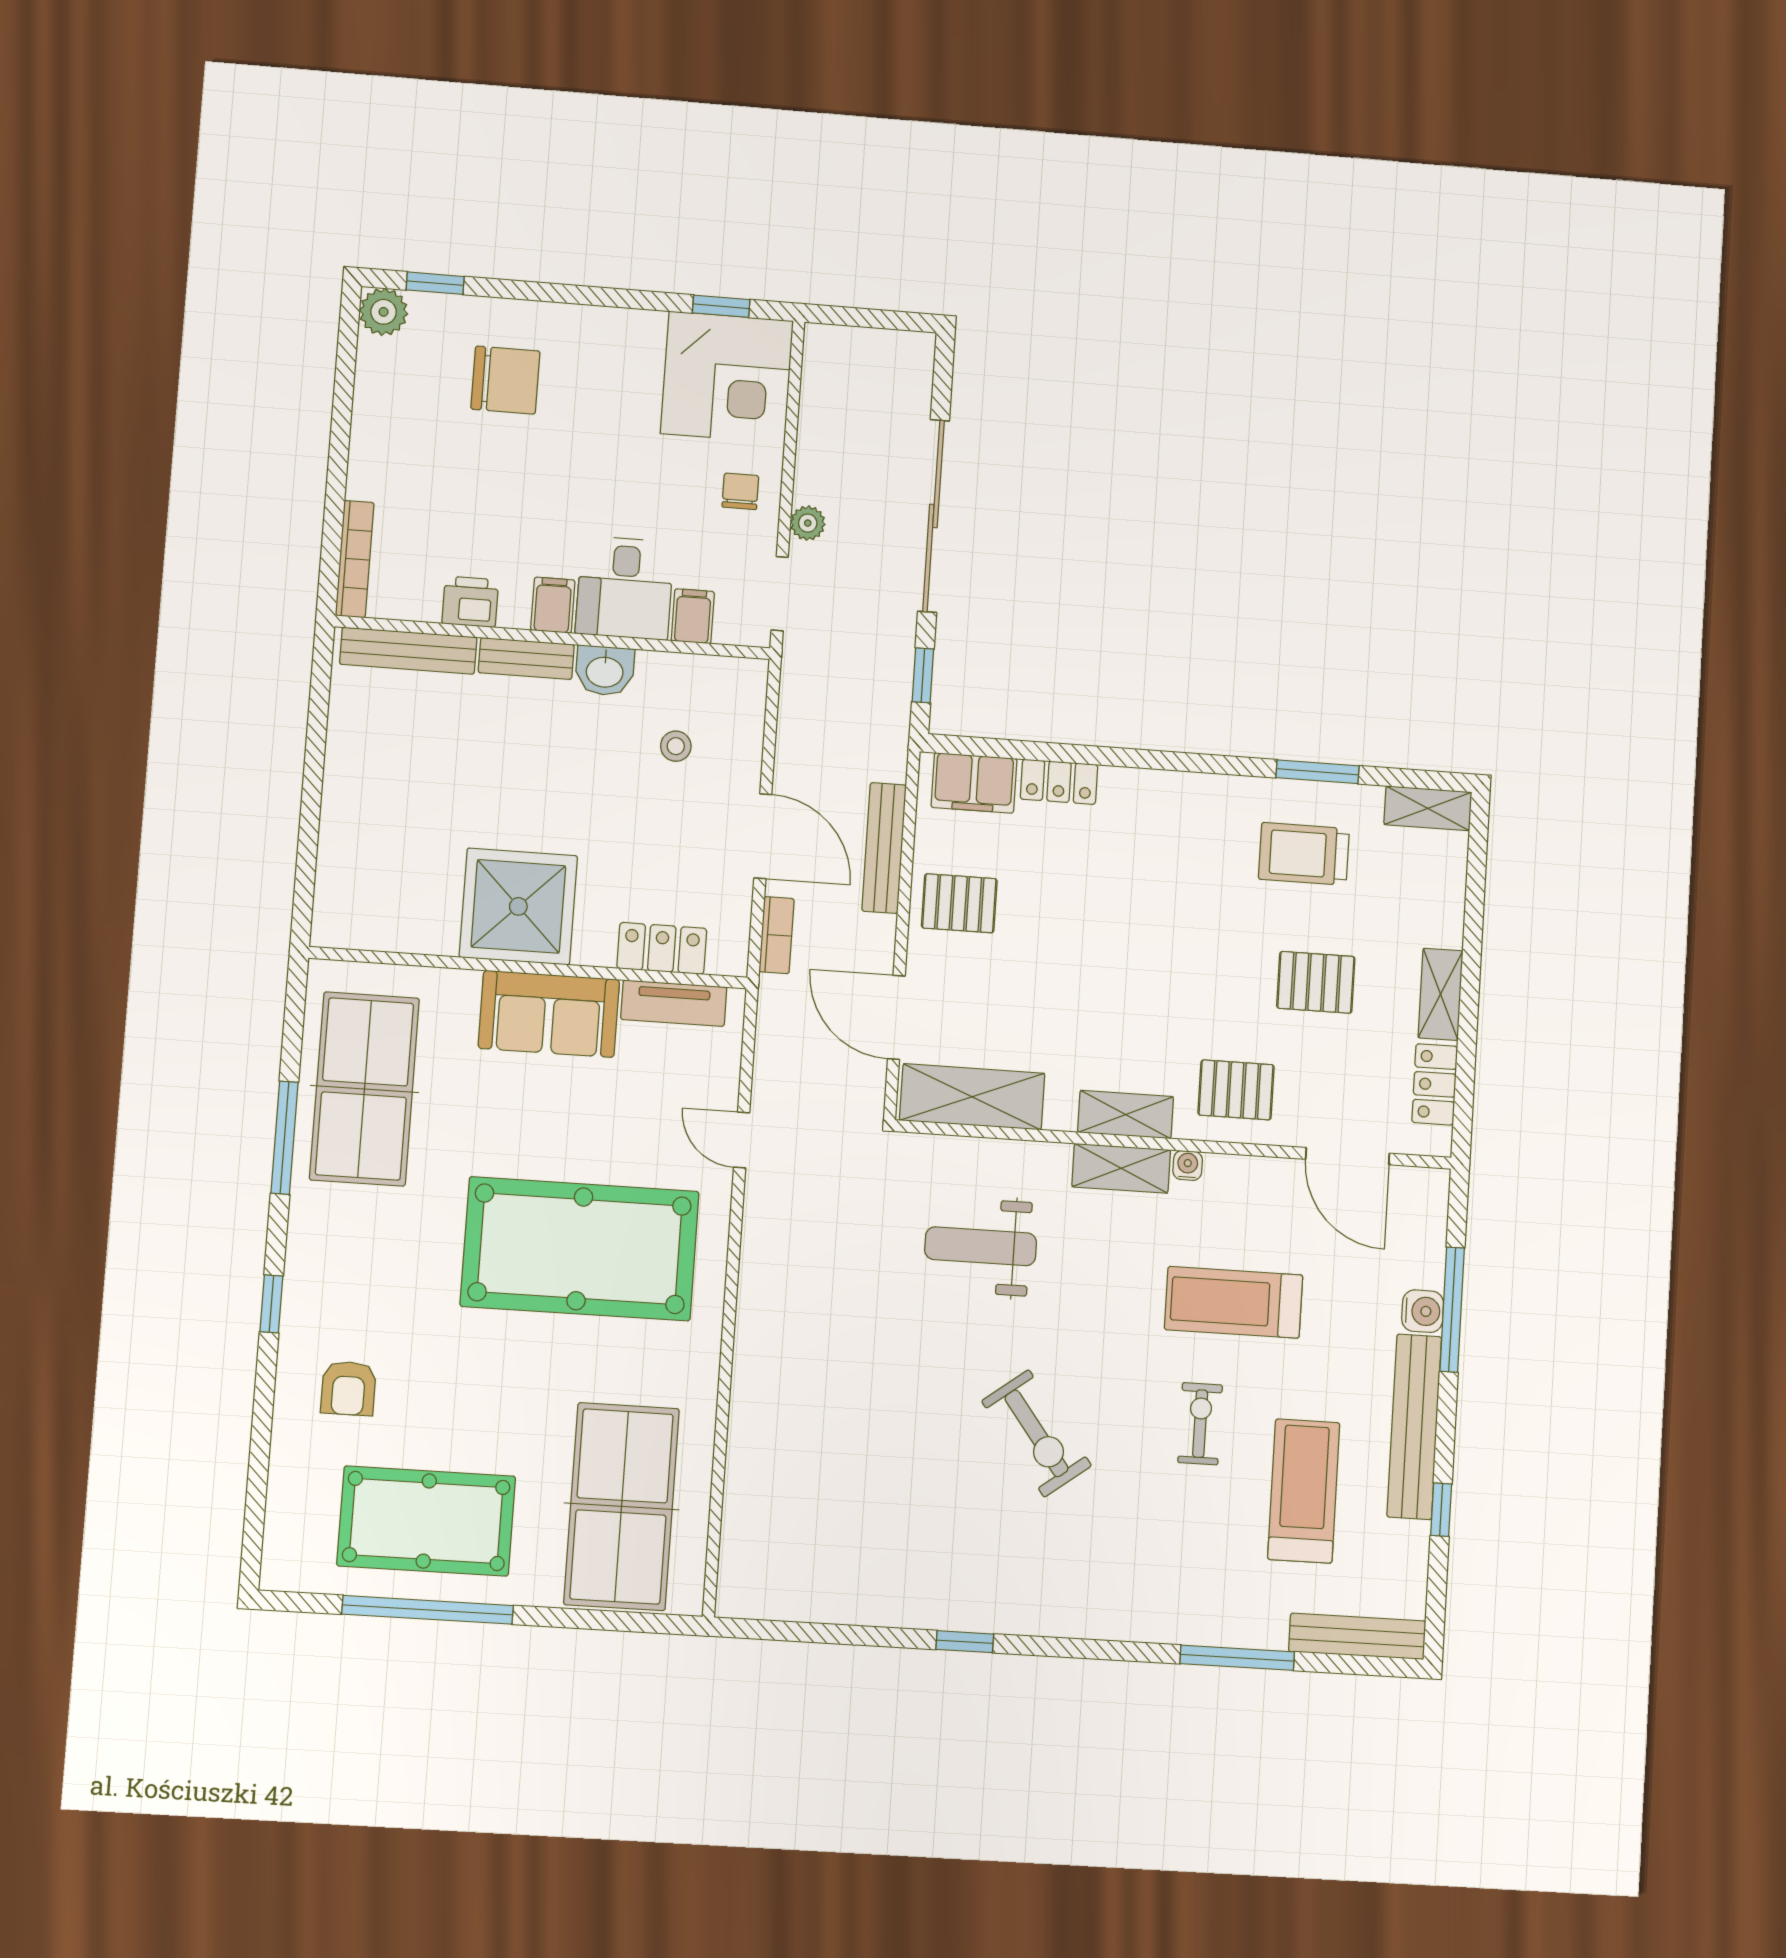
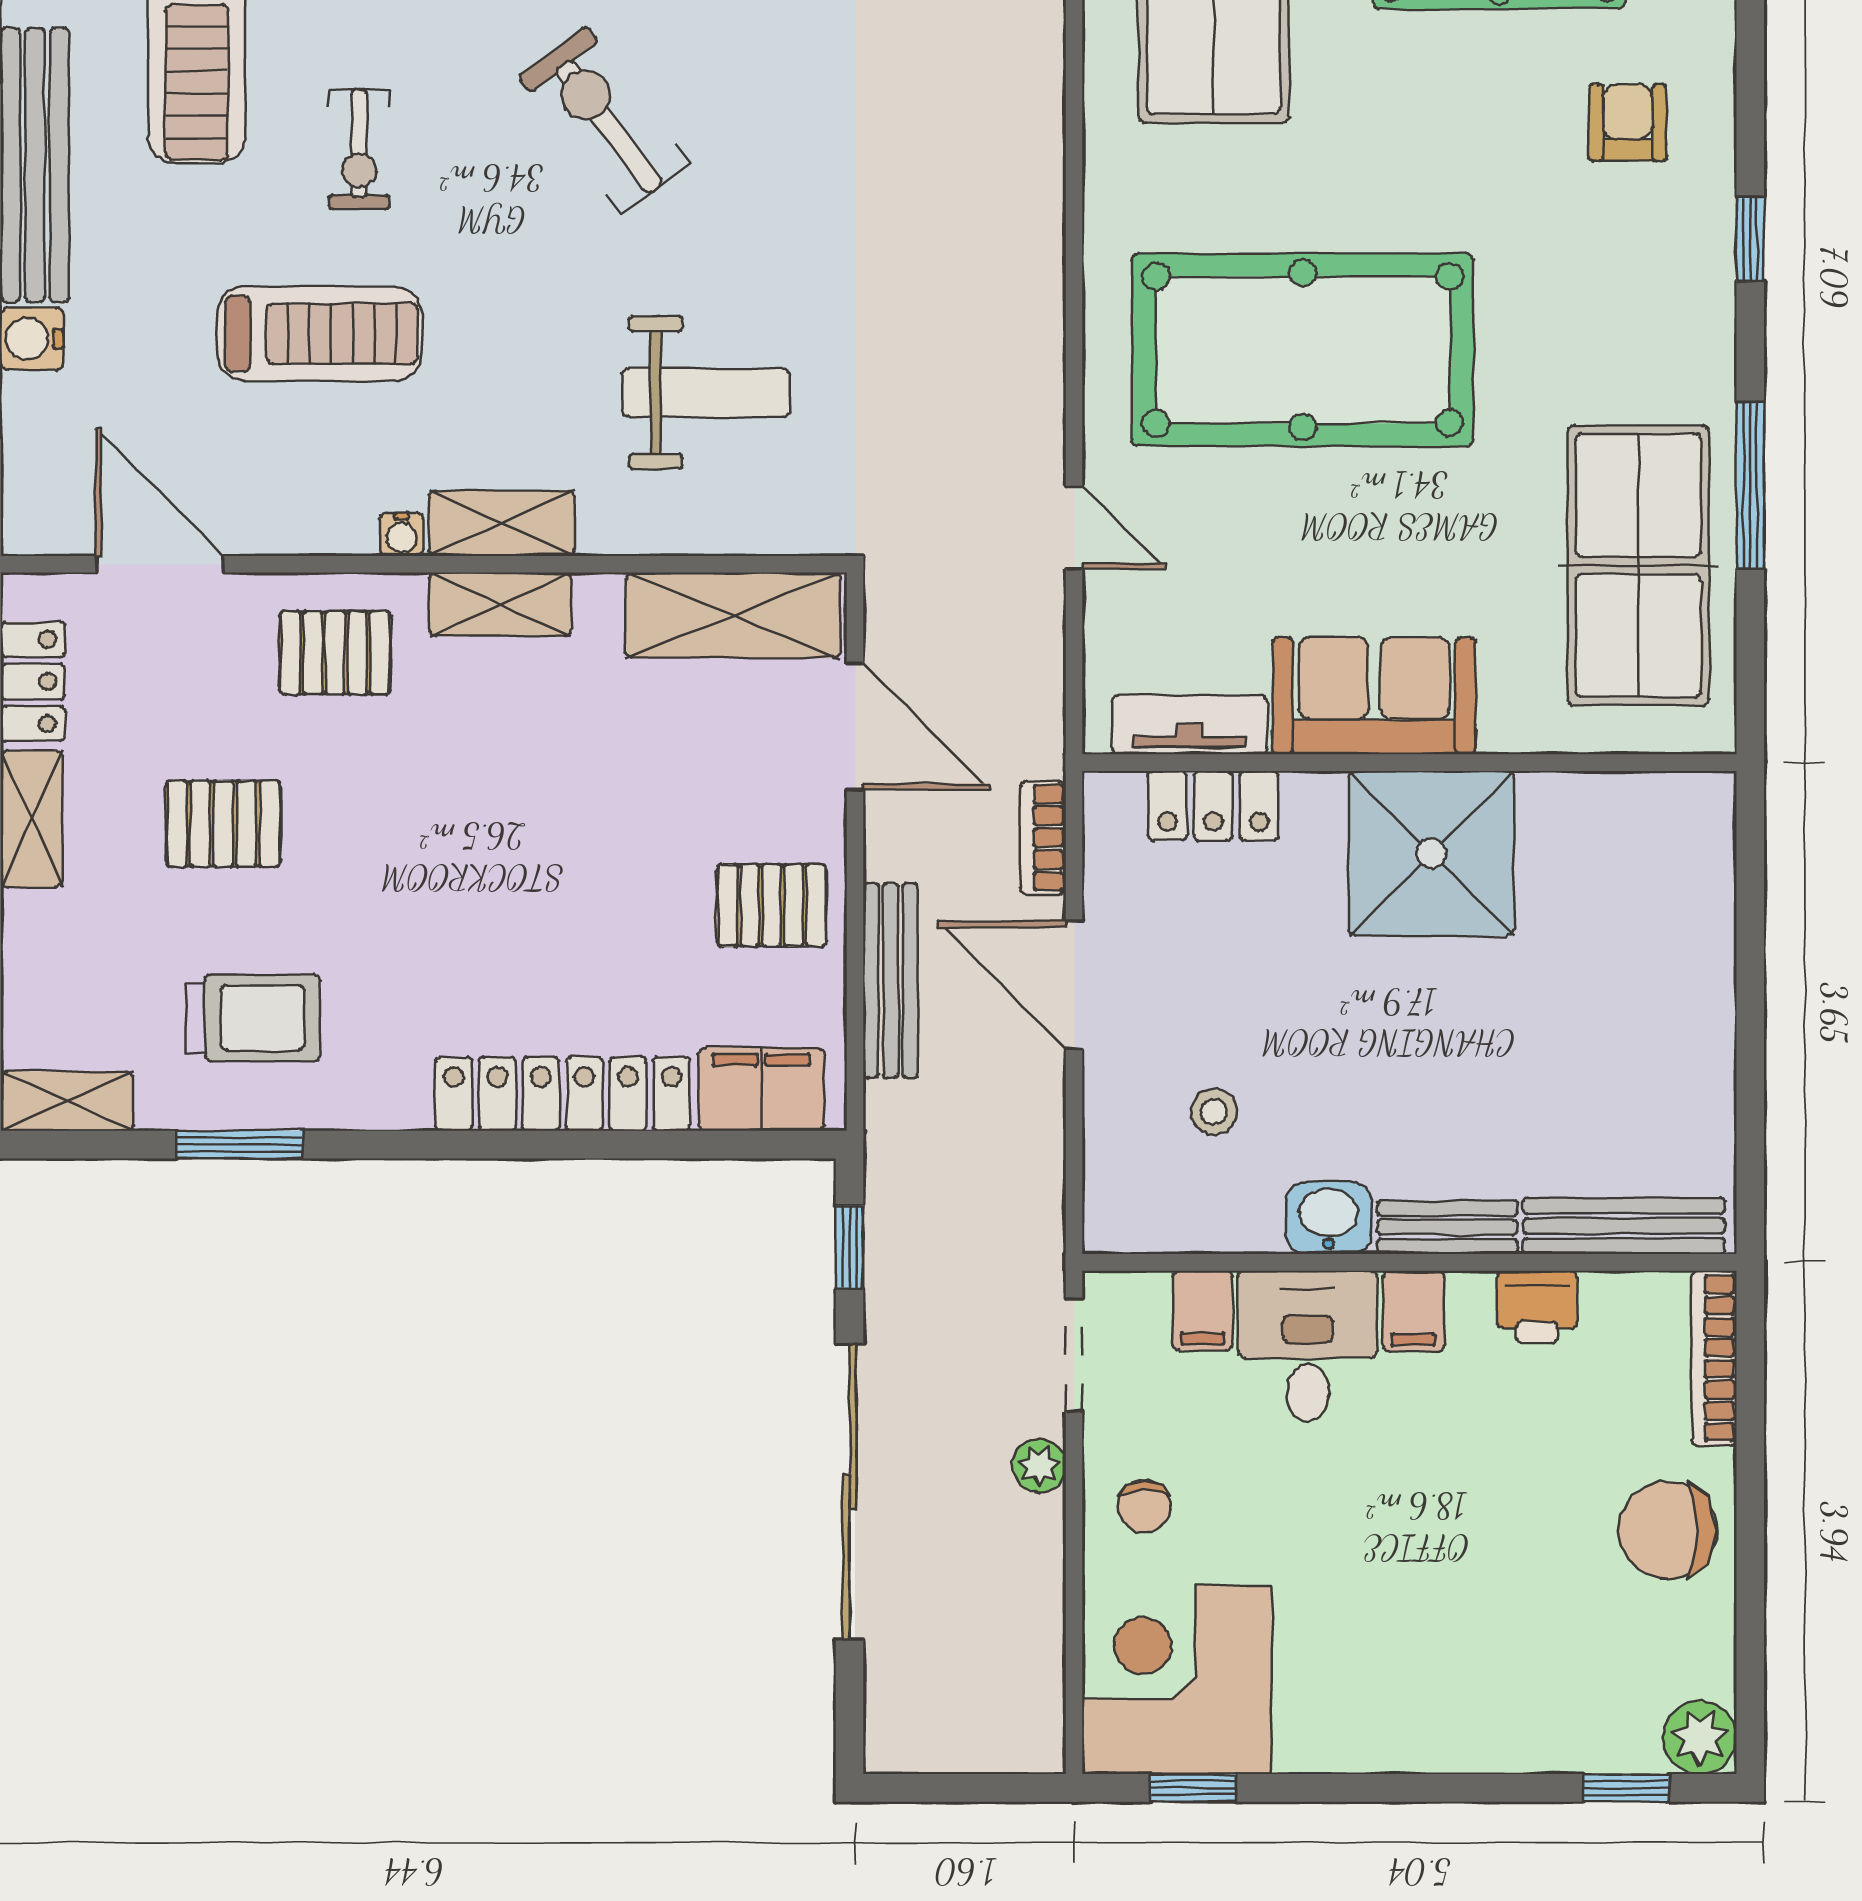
chair: (505, 380) -> (1668, 1530), moved
locker: (1059, 782) -> (563, 1094), width x2.16, depth x1.21

